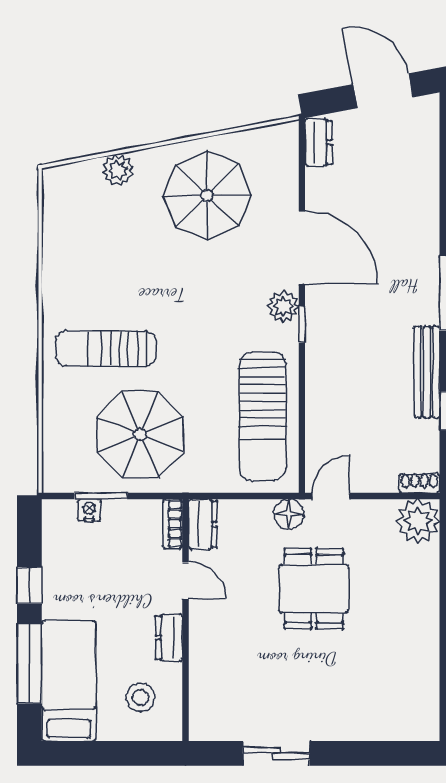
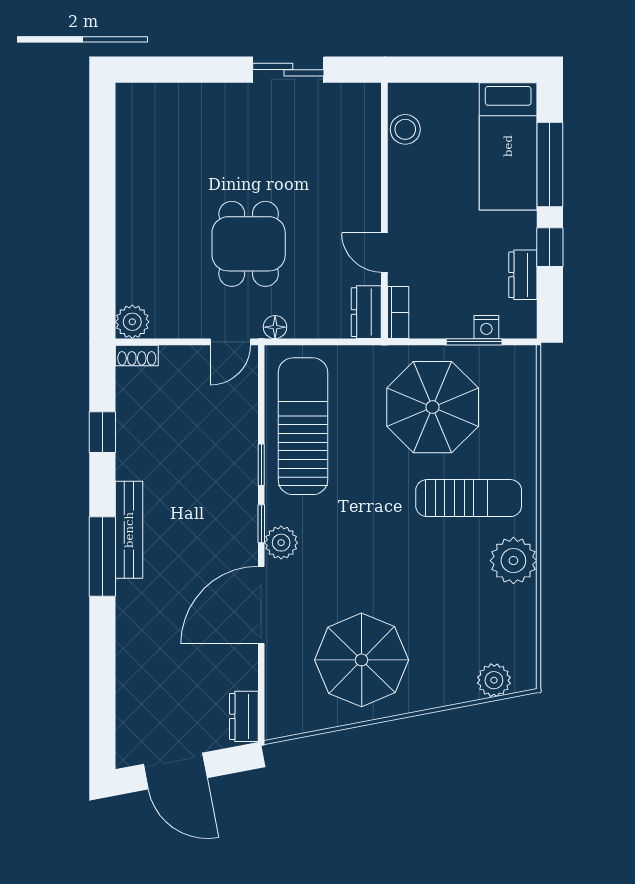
plant: (118, 170) -> (494, 680), moved
door: (302, 248) -> (261, 605), hinge flipped
plant: (64, 290) -> (513, 561), added
bench: (427, 372) -> (129, 530), moved
window: (302, 380) -> (261, 465), added
floor lamp: (289, 514) -> (275, 327), width x0.73, depth x0.73
plant: (418, 521) -> (132, 322), width x0.73, depth x0.73
dresser: (169, 638) -> (523, 275), moved, turned 180
stool: (141, 697) -> (405, 129), moved

